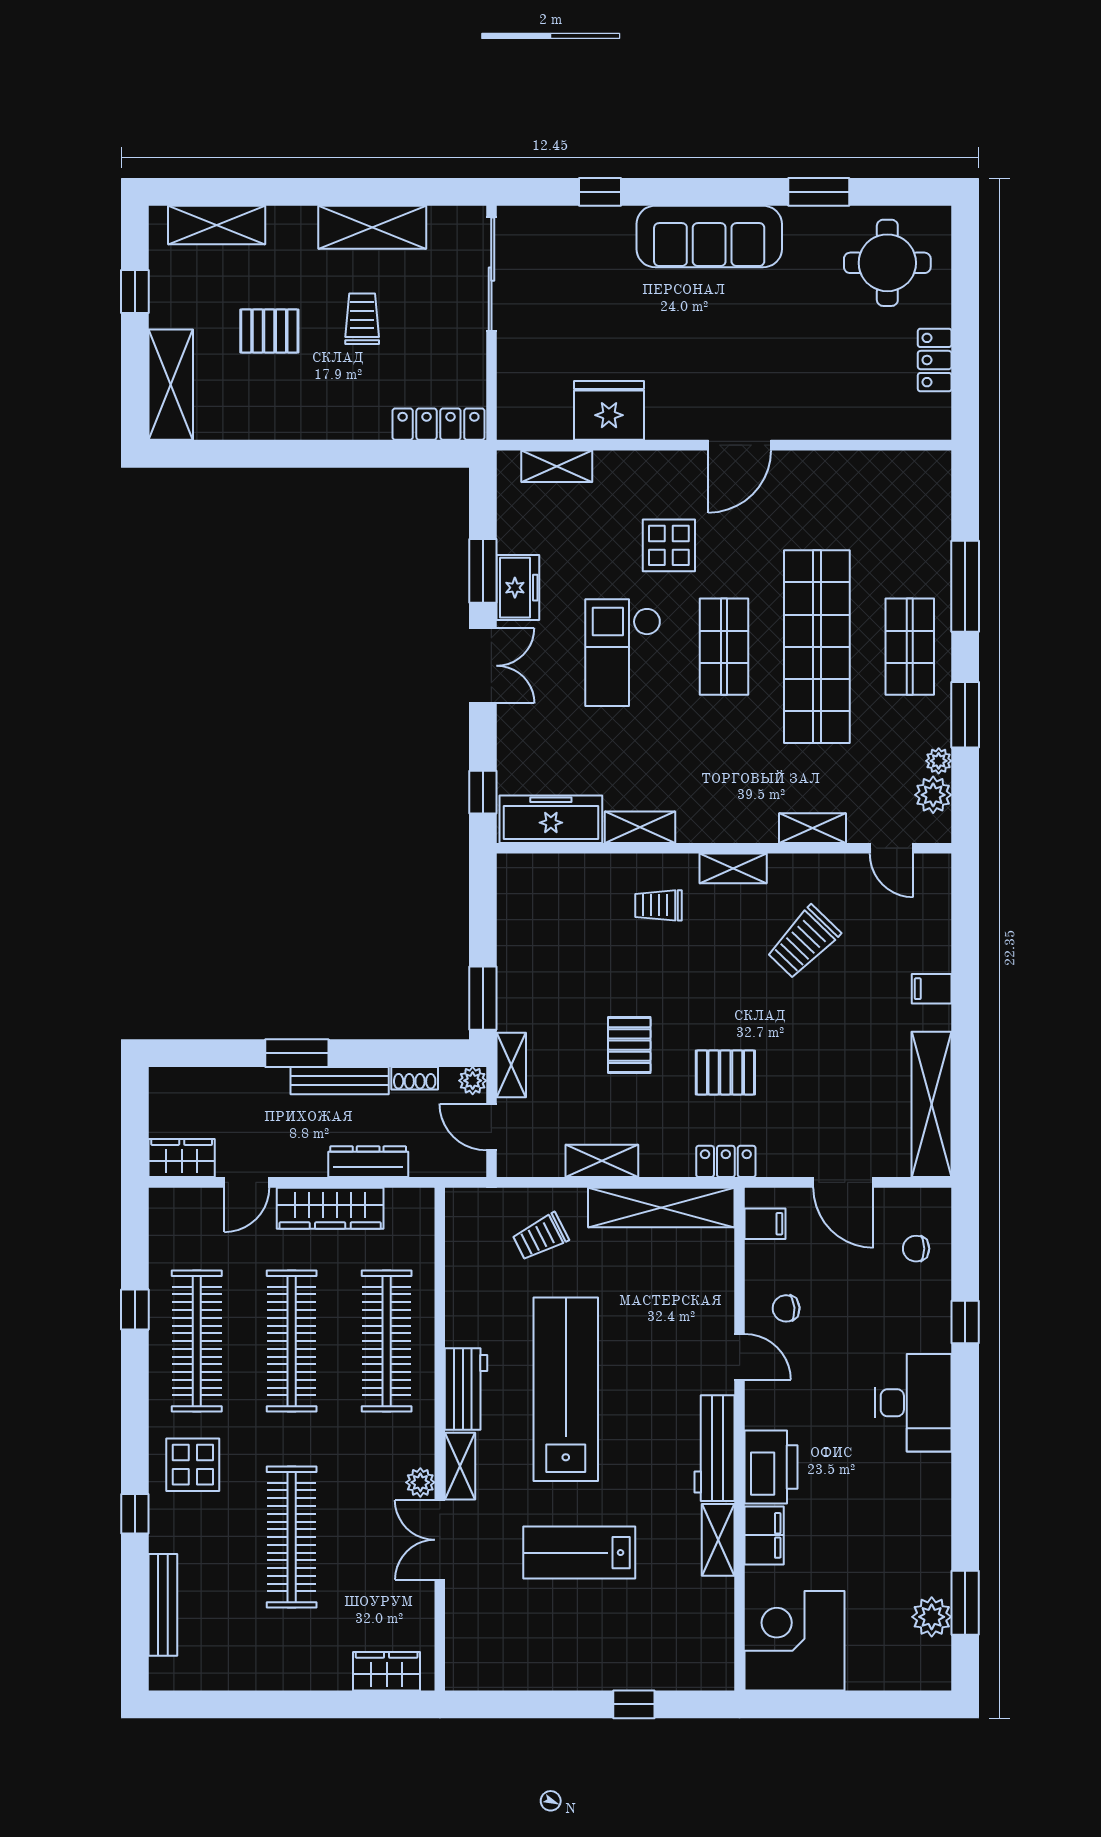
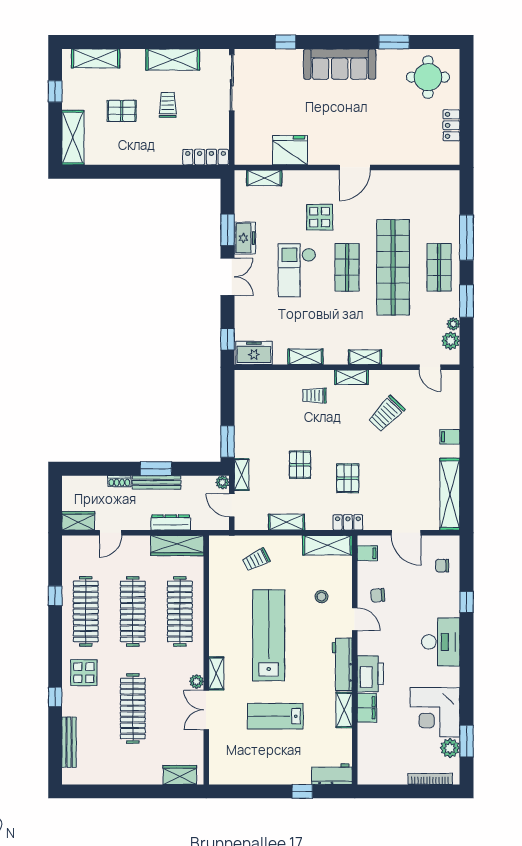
freezer: (551, 819) -> (254, 353), width x0.71
shelving: (813, 828) -> (365, 357), moved
window: (297, 1053) -> (156, 469), moved
pallet: (725, 1072) -> (348, 478), turned 90
shoe rack: (415, 1078) -> (119, 481), moved
wardrobe: (330, 1208) -> (177, 546), moved
shelving: (661, 1208) -> (327, 545), width x0.68
stool: (673, 1311) -> (322, 597), added
workbench: (466, 1389) -> (332, 774), moved, turned -90
corner desk: (795, 1641) -> (435, 712), moved, turned -90
bookcase: (892, 1679) -> (430, 779), added

